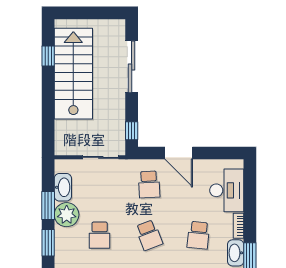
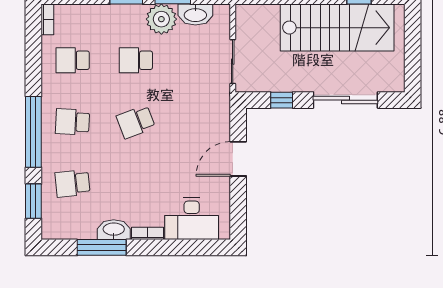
window: (132, 131) -> (282, 100), moved
school desk: (149, 184) -> (199, 122), removed
school desk: (198, 235) -> (136, 183), removed

